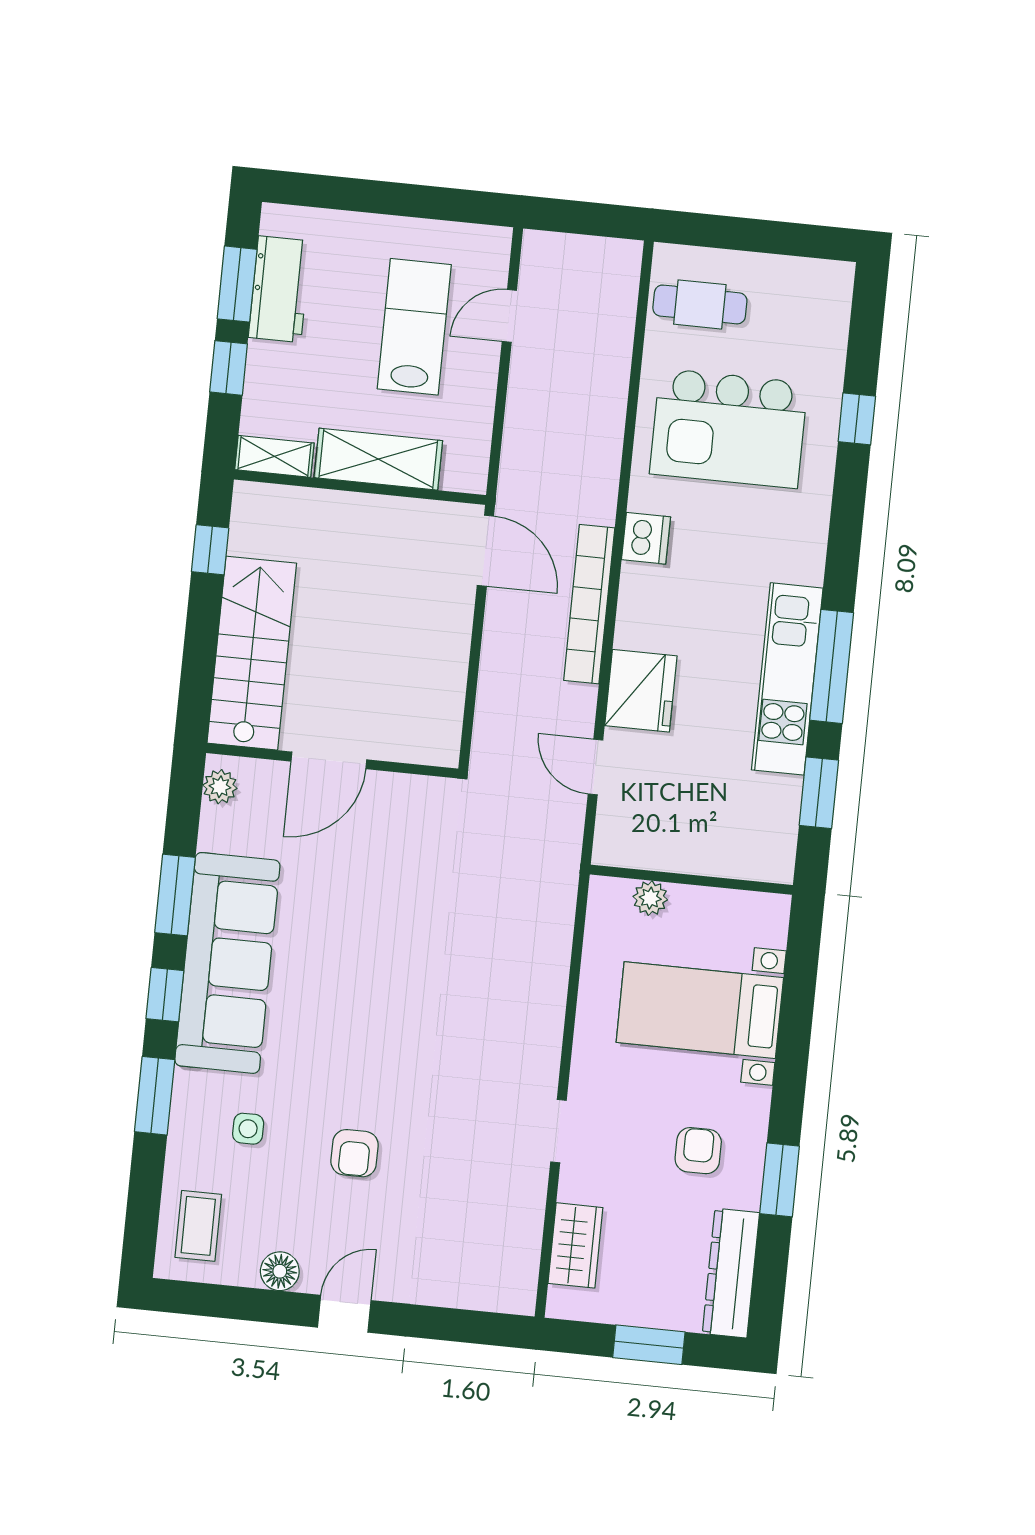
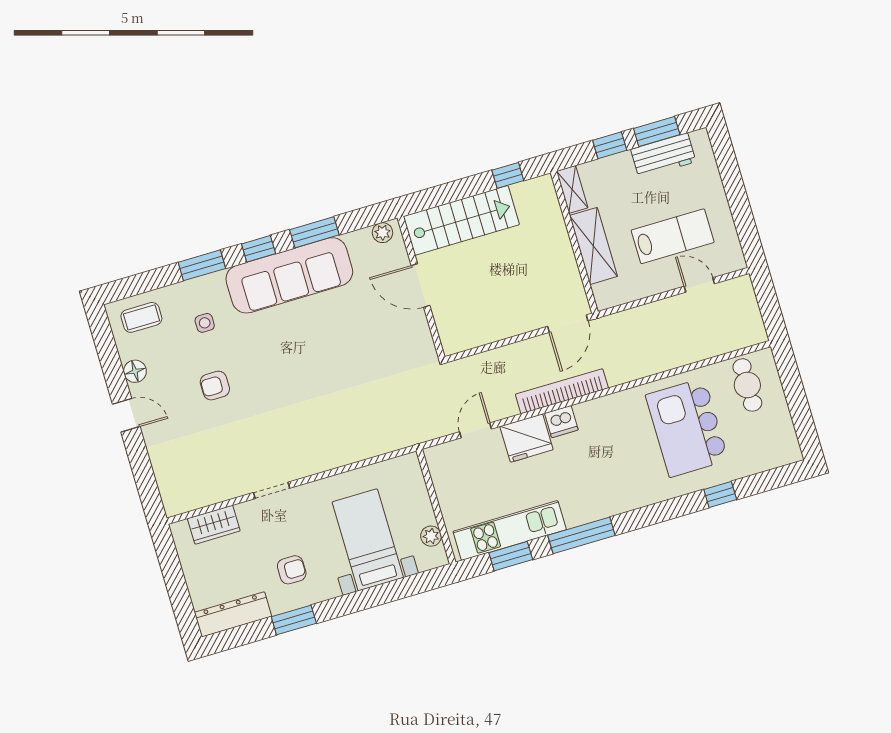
dishwasher: (646, 538) -> (561, 422), moved
kitchen unit: (787, 679) -> (510, 531), moved
plant: (650, 898) -> (431, 536), moved
window: (649, 1345) -> (176, 586), removed

